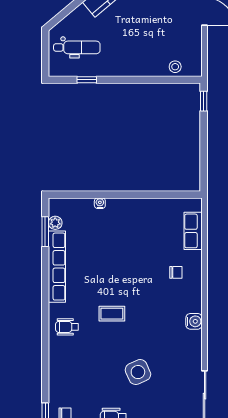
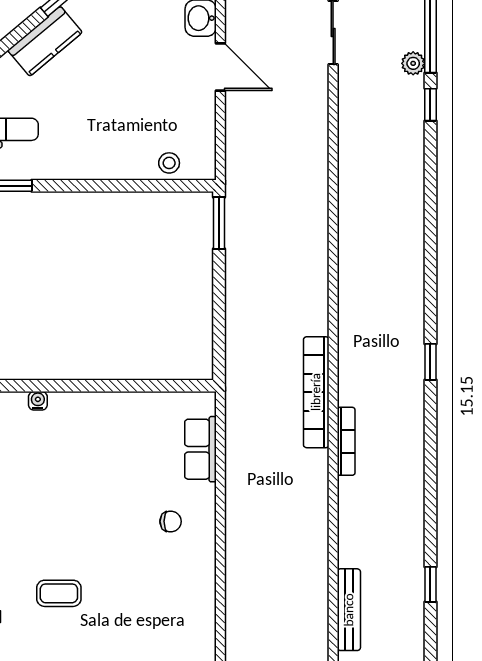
window: (204, 101) -> (219, 223), width x1.50
water cooler: (194, 321) -> (202, 607), removed

